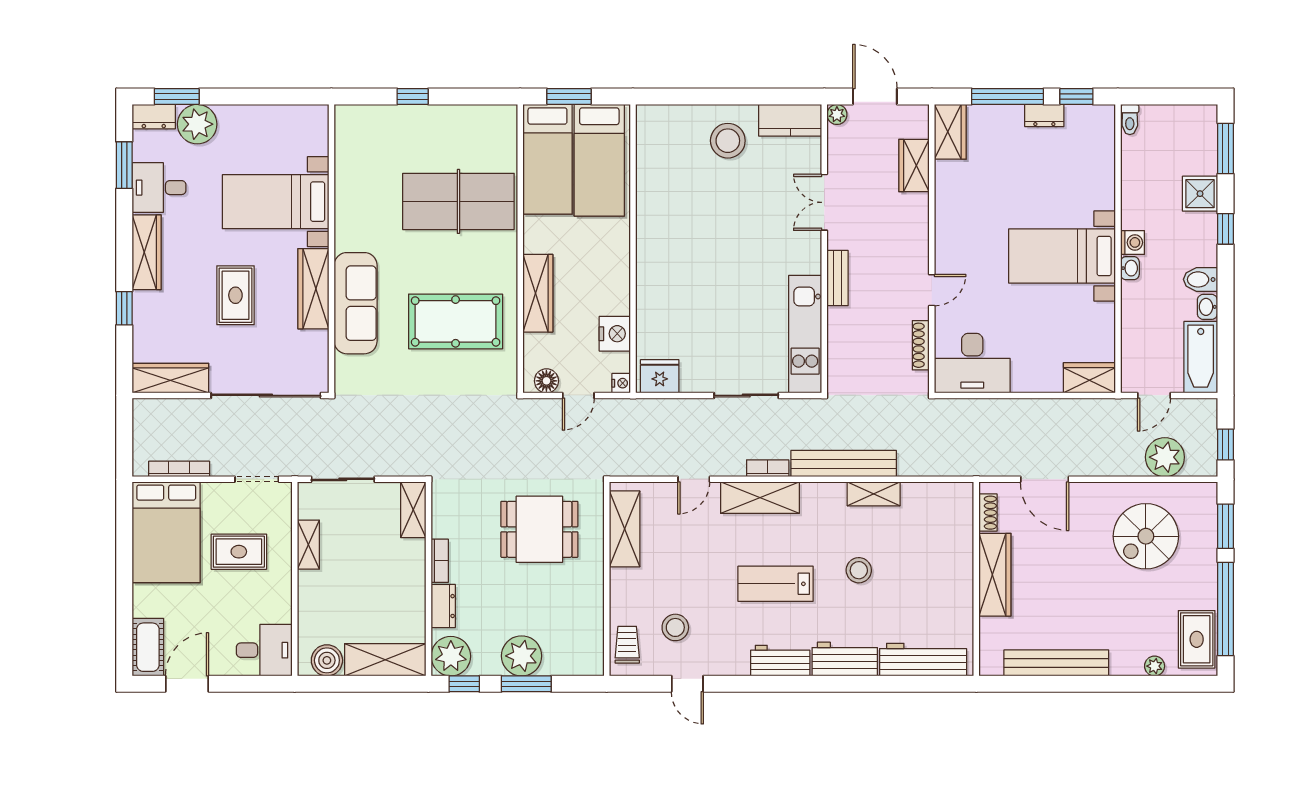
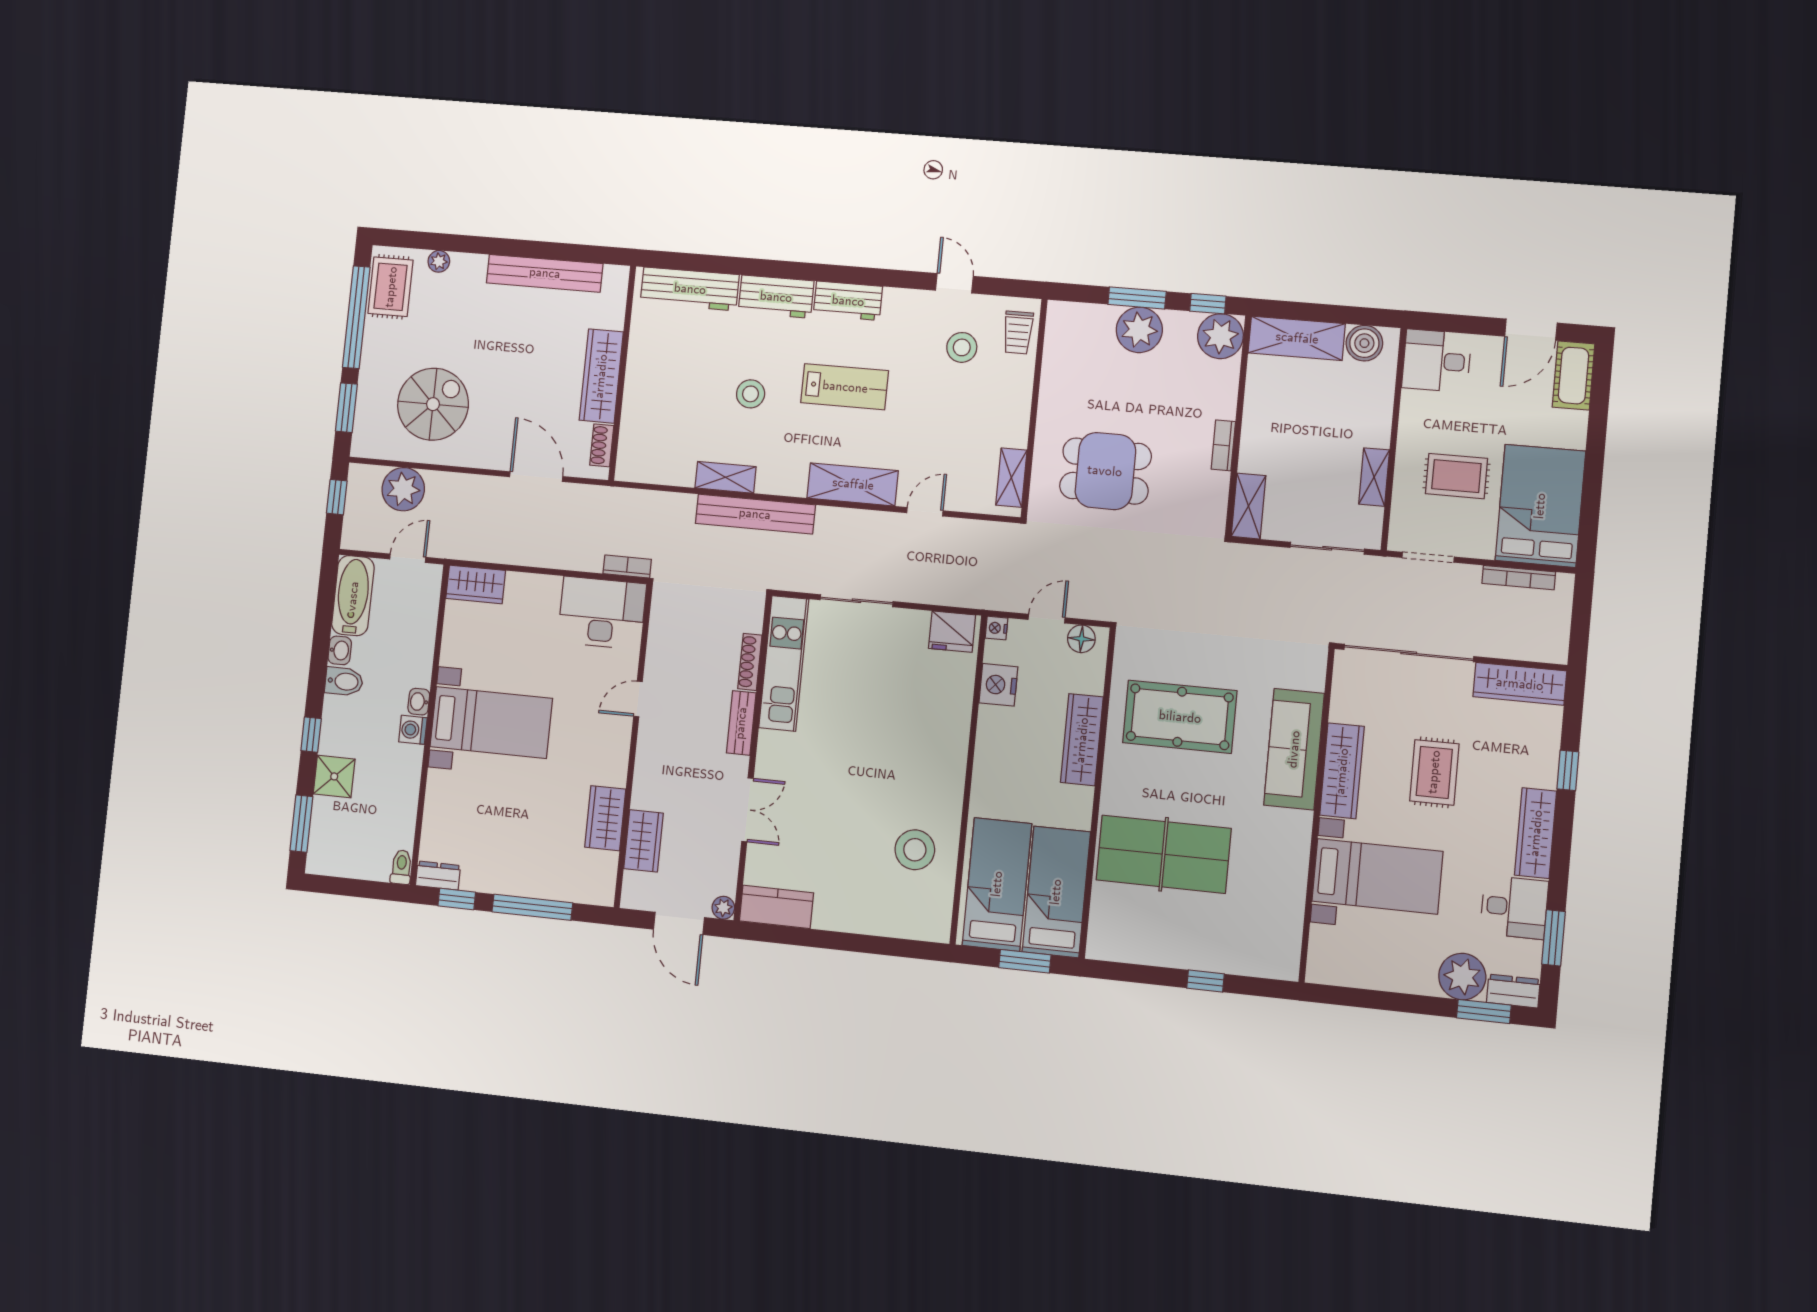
dresser: (1044, 116) -> (438, 876), moved
wardrobe: (950, 132) -> (605, 818), moved
stool: (728, 141) -> (915, 850), moved
shoe rack: (921, 345) -> (750, 662), moved, turned 180
bookcase: (768, 468) -> (627, 567), moved, turned 180
shelving: (625, 529) -> (1011, 478), width x0.67, depth x0.75
dresser: (443, 606) -> (1224, 394), removed

